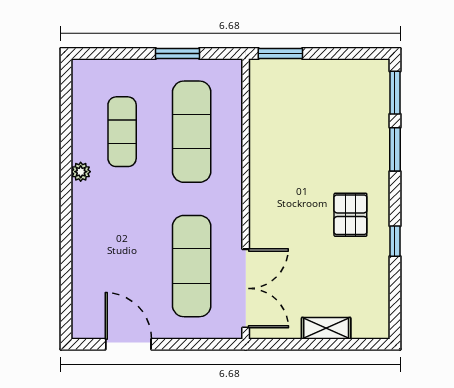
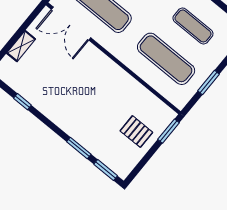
pallet: (350, 215) -> (136, 132), moved
window: (395, 241) -> (22, 102), moved

